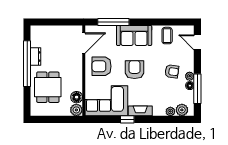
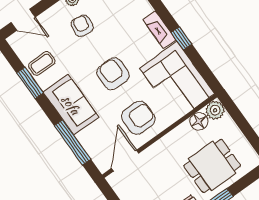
window: (161, 22) -> (30, 83), added
door: (197, 42) -> (23, 20), hinge flipped
door: (84, 43) -> (125, 161), hinge flipped
armchair: (102, 66) -> (138, 118), turned -90
armchair: (135, 70) -> (113, 74), turned 90

